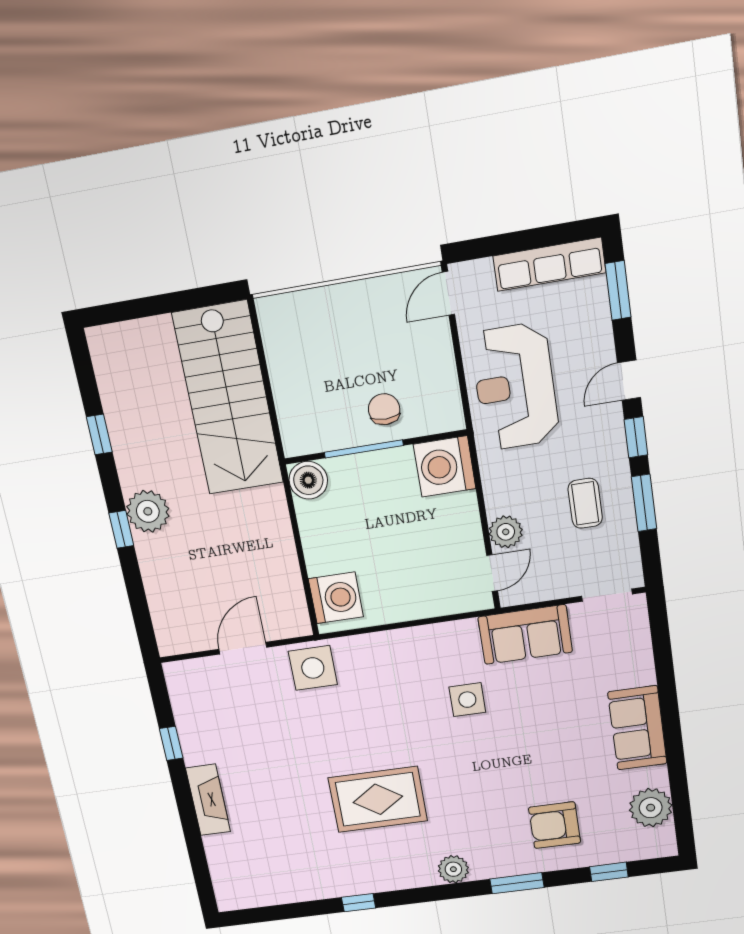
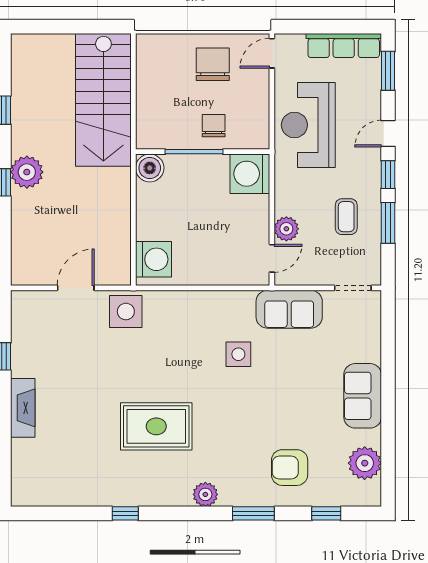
chair: (368, 324) -> (213, 64), added

